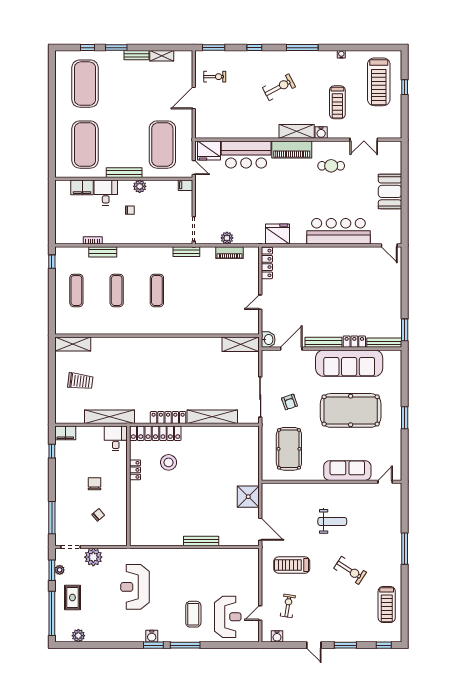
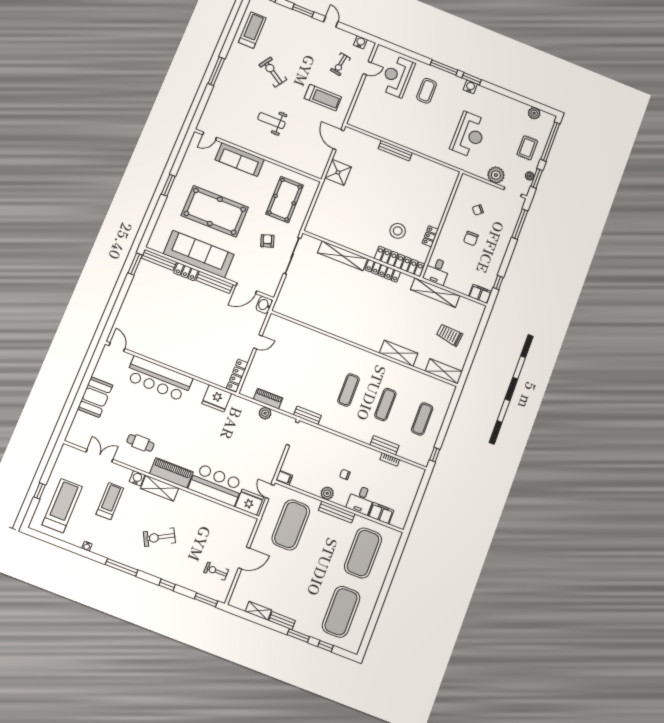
shelving: (241, 344) -> (399, 353), moved

